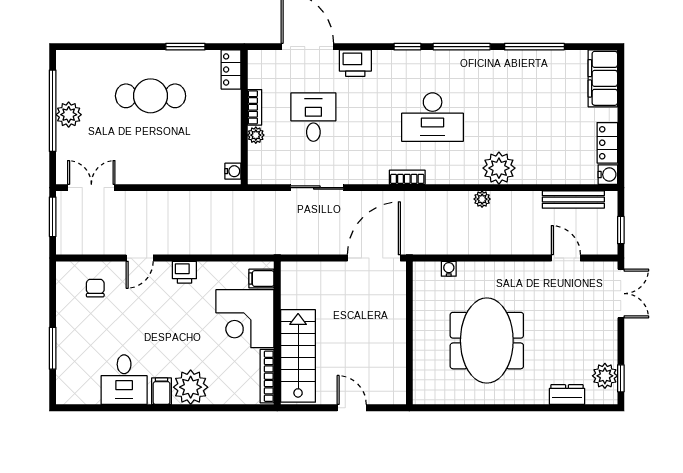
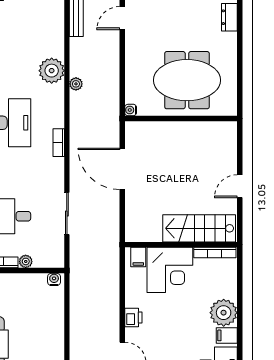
wall: (409, 333) -> (181, 118), moved

